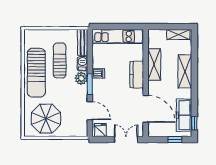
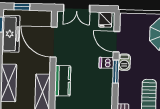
barbecue: (82, 64) -> (124, 62), moved
dishwasher: (98, 73) -> (106, 63), moved
plant: (81, 78) -> (125, 78), removed

